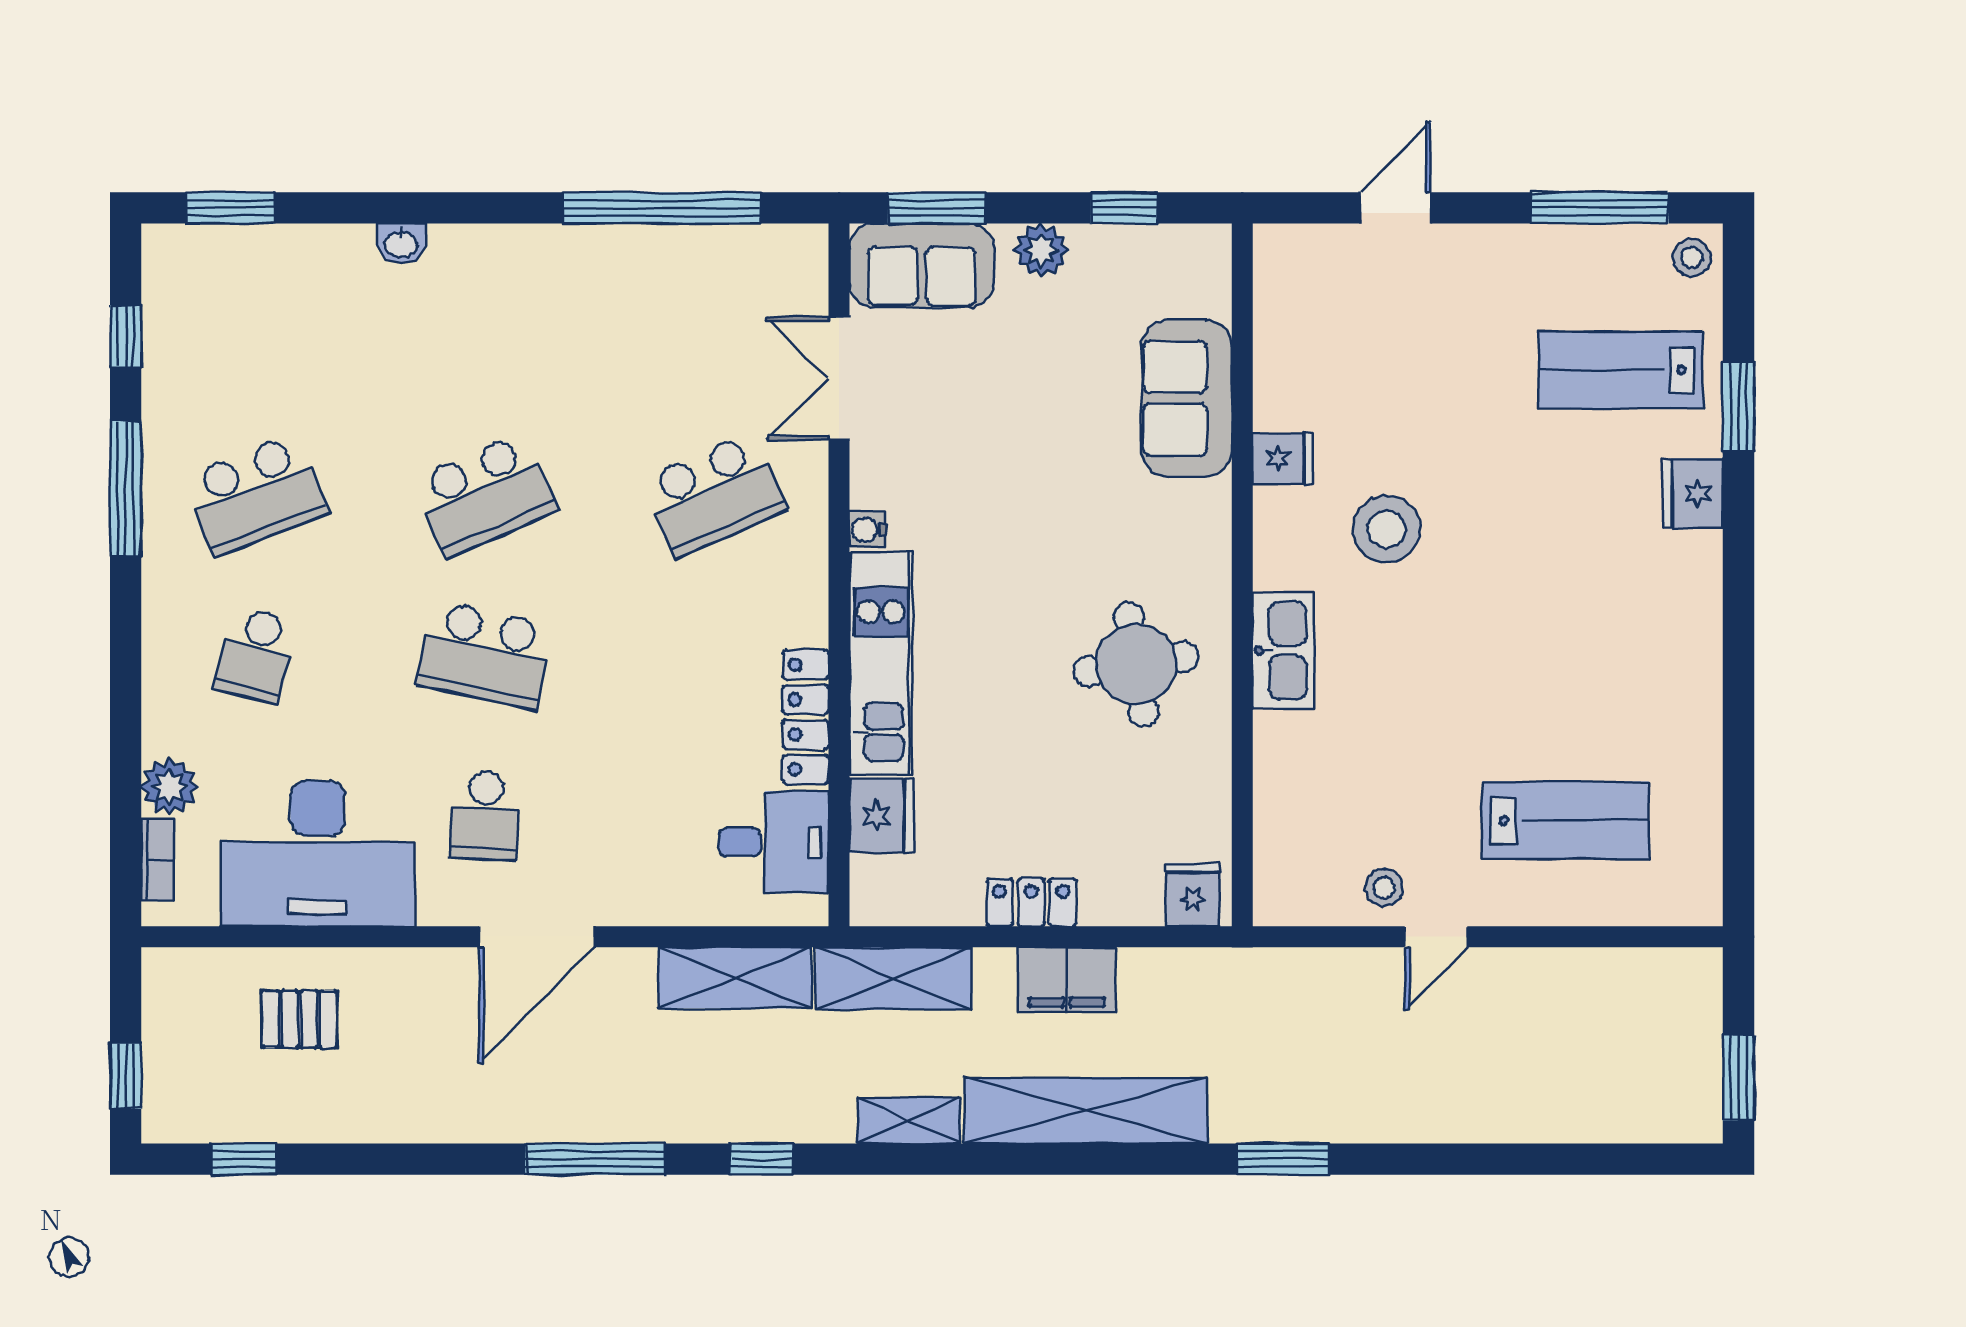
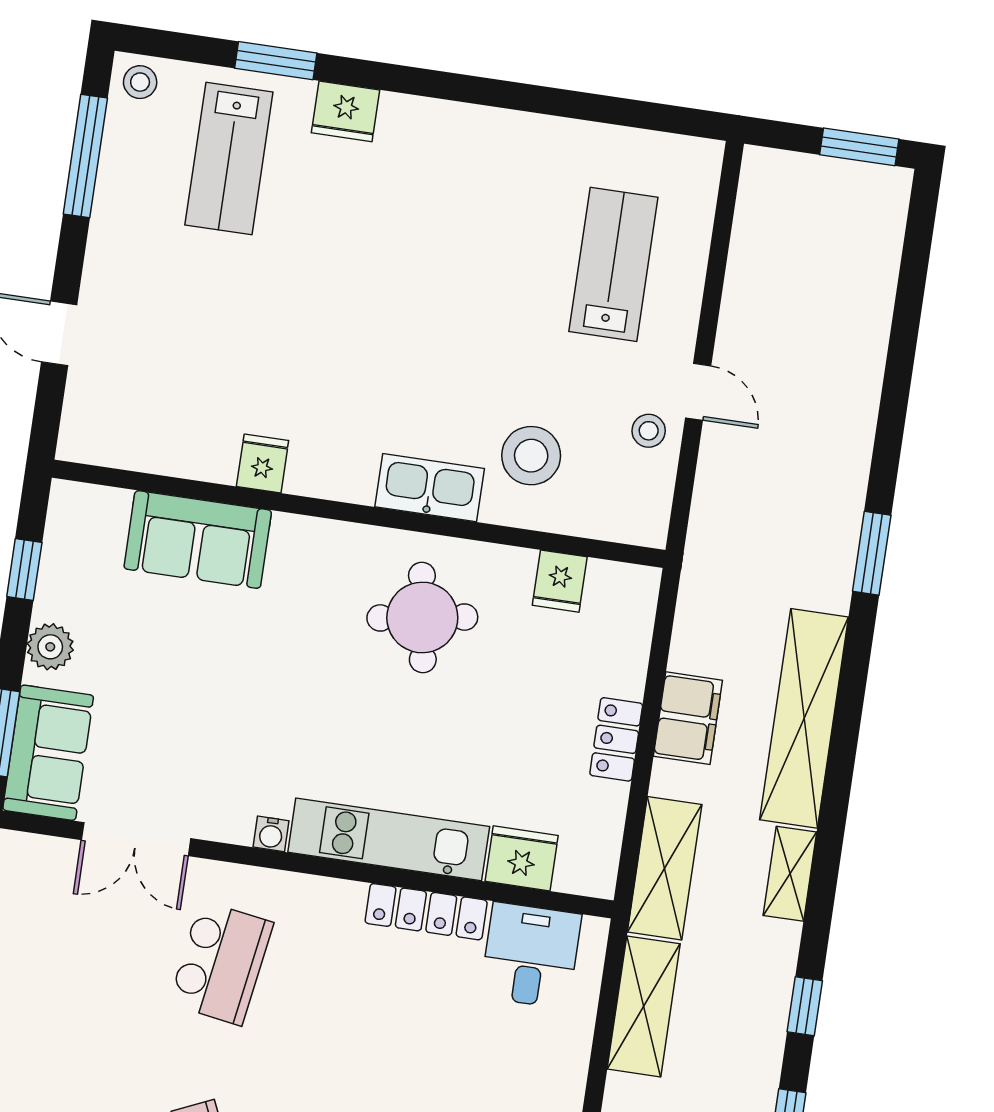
school desk: (714, 495) -> (221, 963), turned 33
stool: (1387, 529) -> (531, 456), moved
fridge: (1193, 894) -> (560, 581), moved, turned -90

